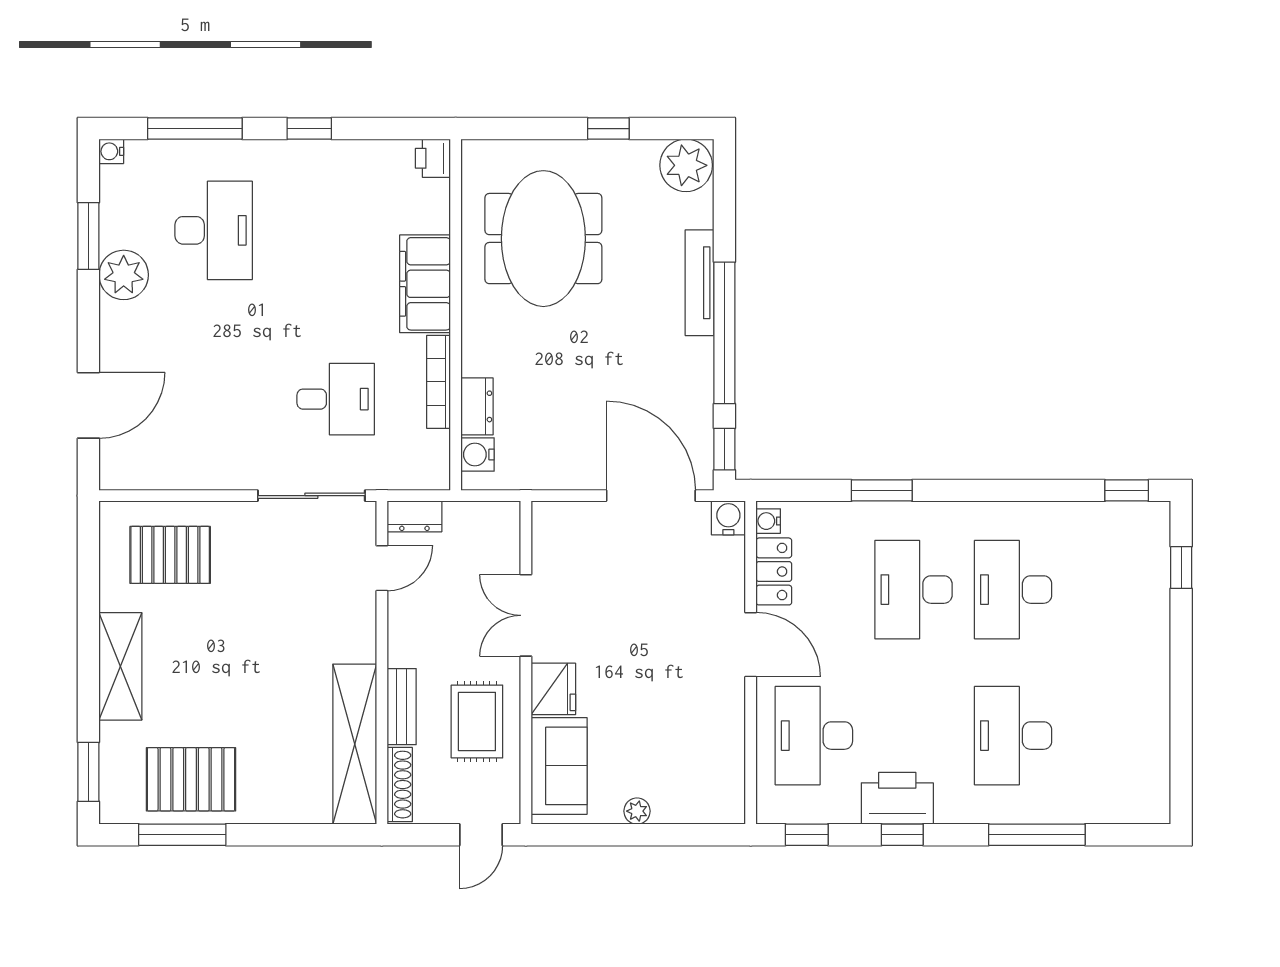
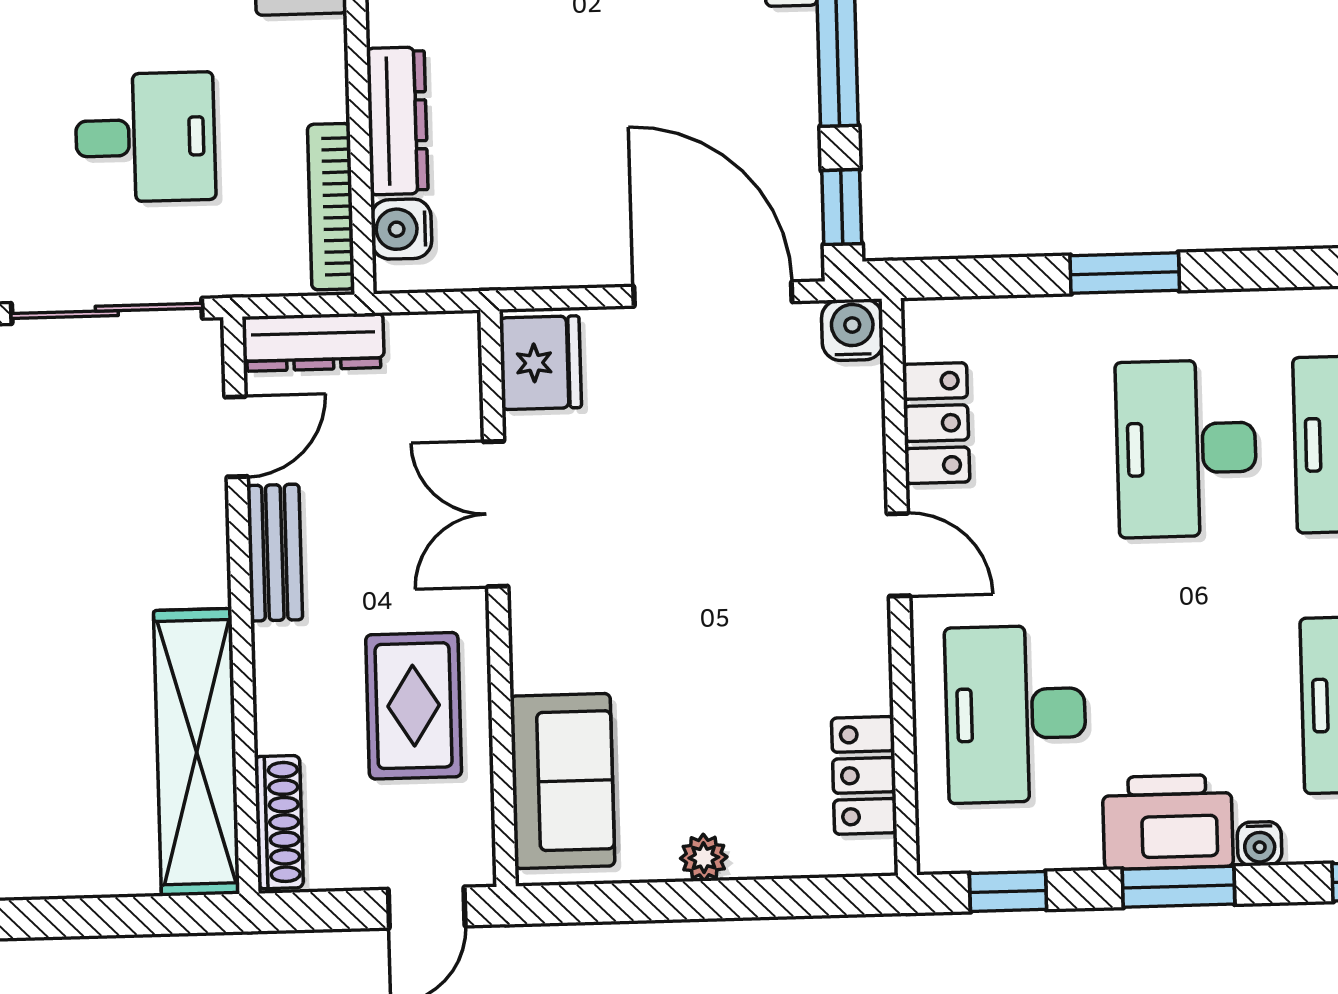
bookcase: (438, 382) -> (331, 207), moved
dresser: (477, 406) -> (397, 121), width x1.44
dresser: (414, 516) -> (313, 342), width x1.44
water cooler: (768, 521) -> (1260, 844), moved, turned -90
door: (751, 645) -> (898, 555), width x0.73
fridge: (553, 689) -> (540, 363), moved
bench: (402, 707) -> (275, 553), moved
locker: (728, 768) -> (864, 775), added
window: (902, 835) -> (1179, 887), width x1.50

